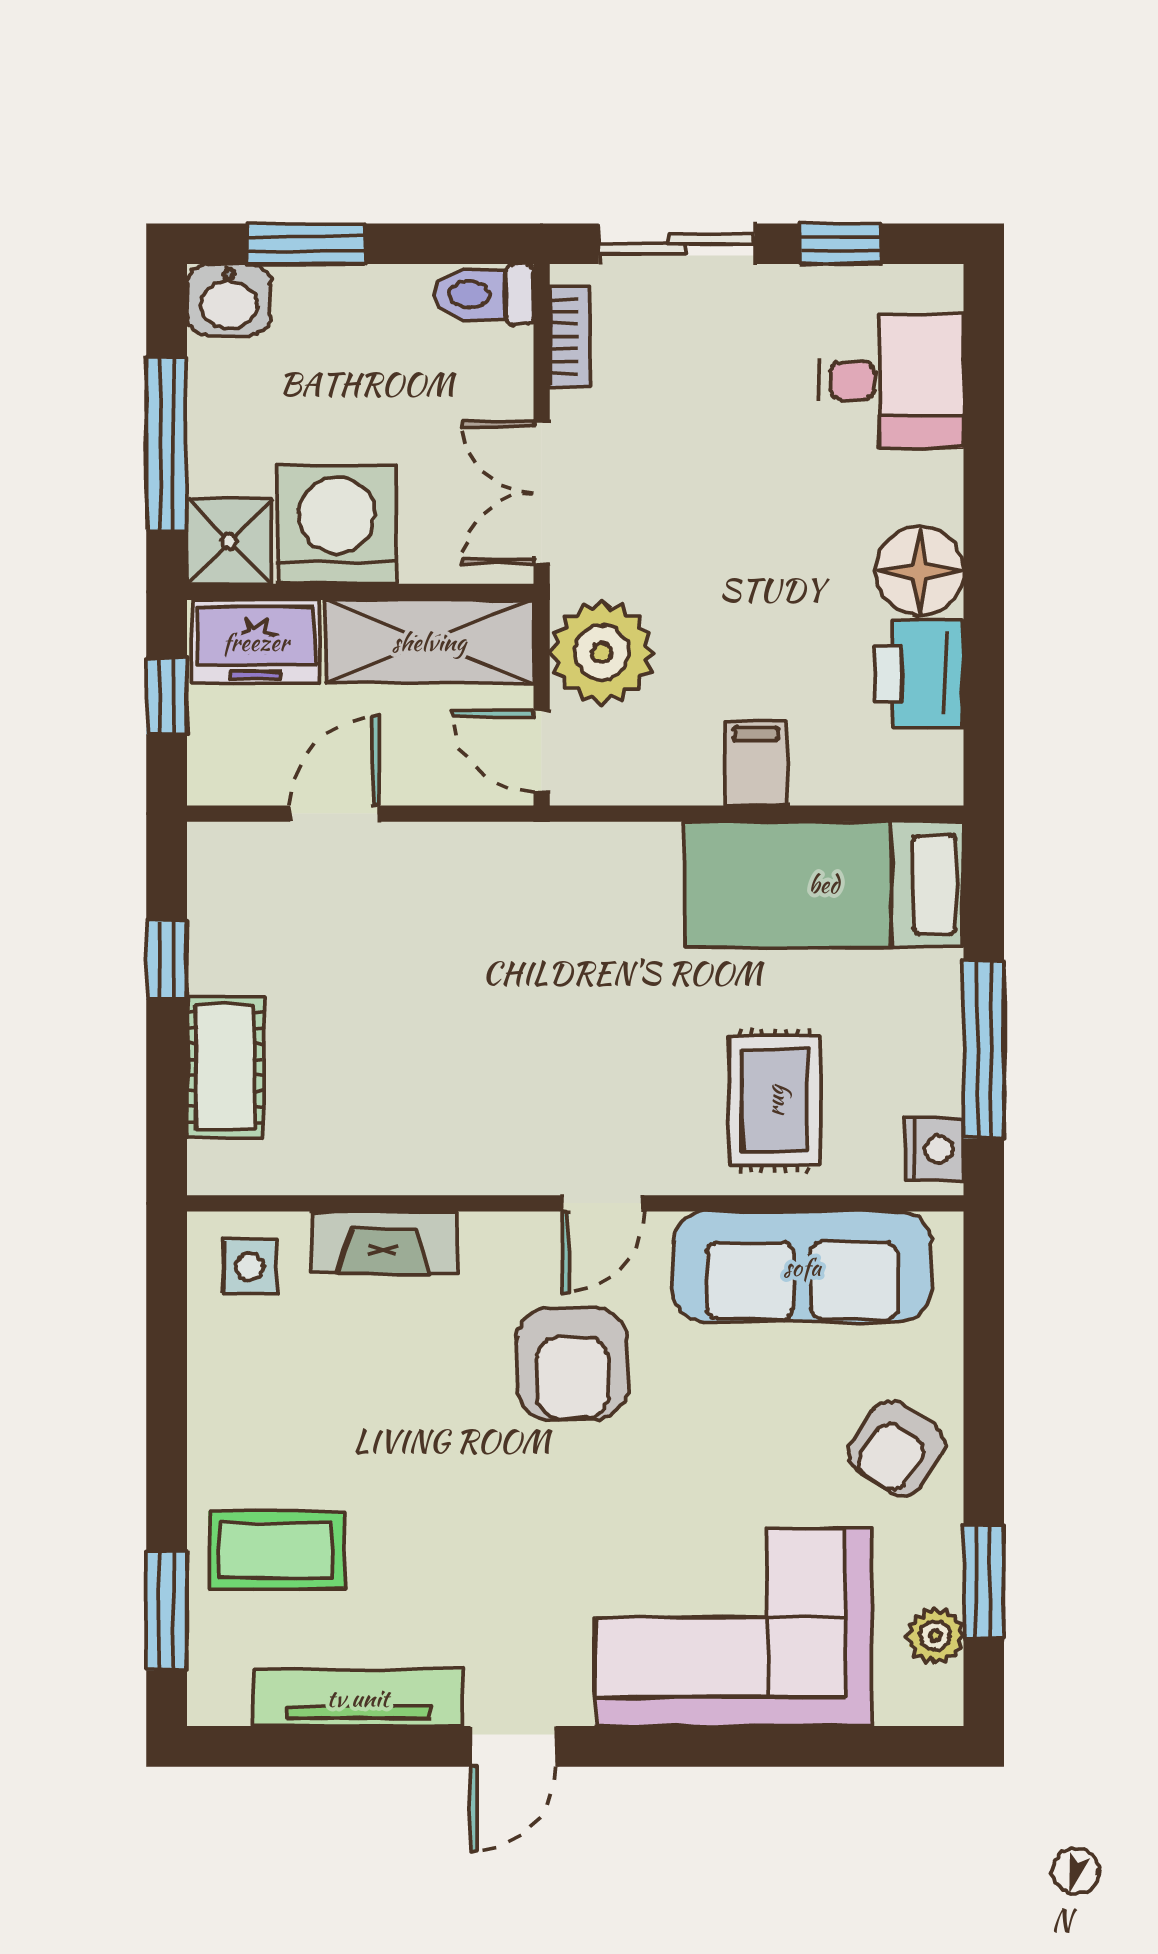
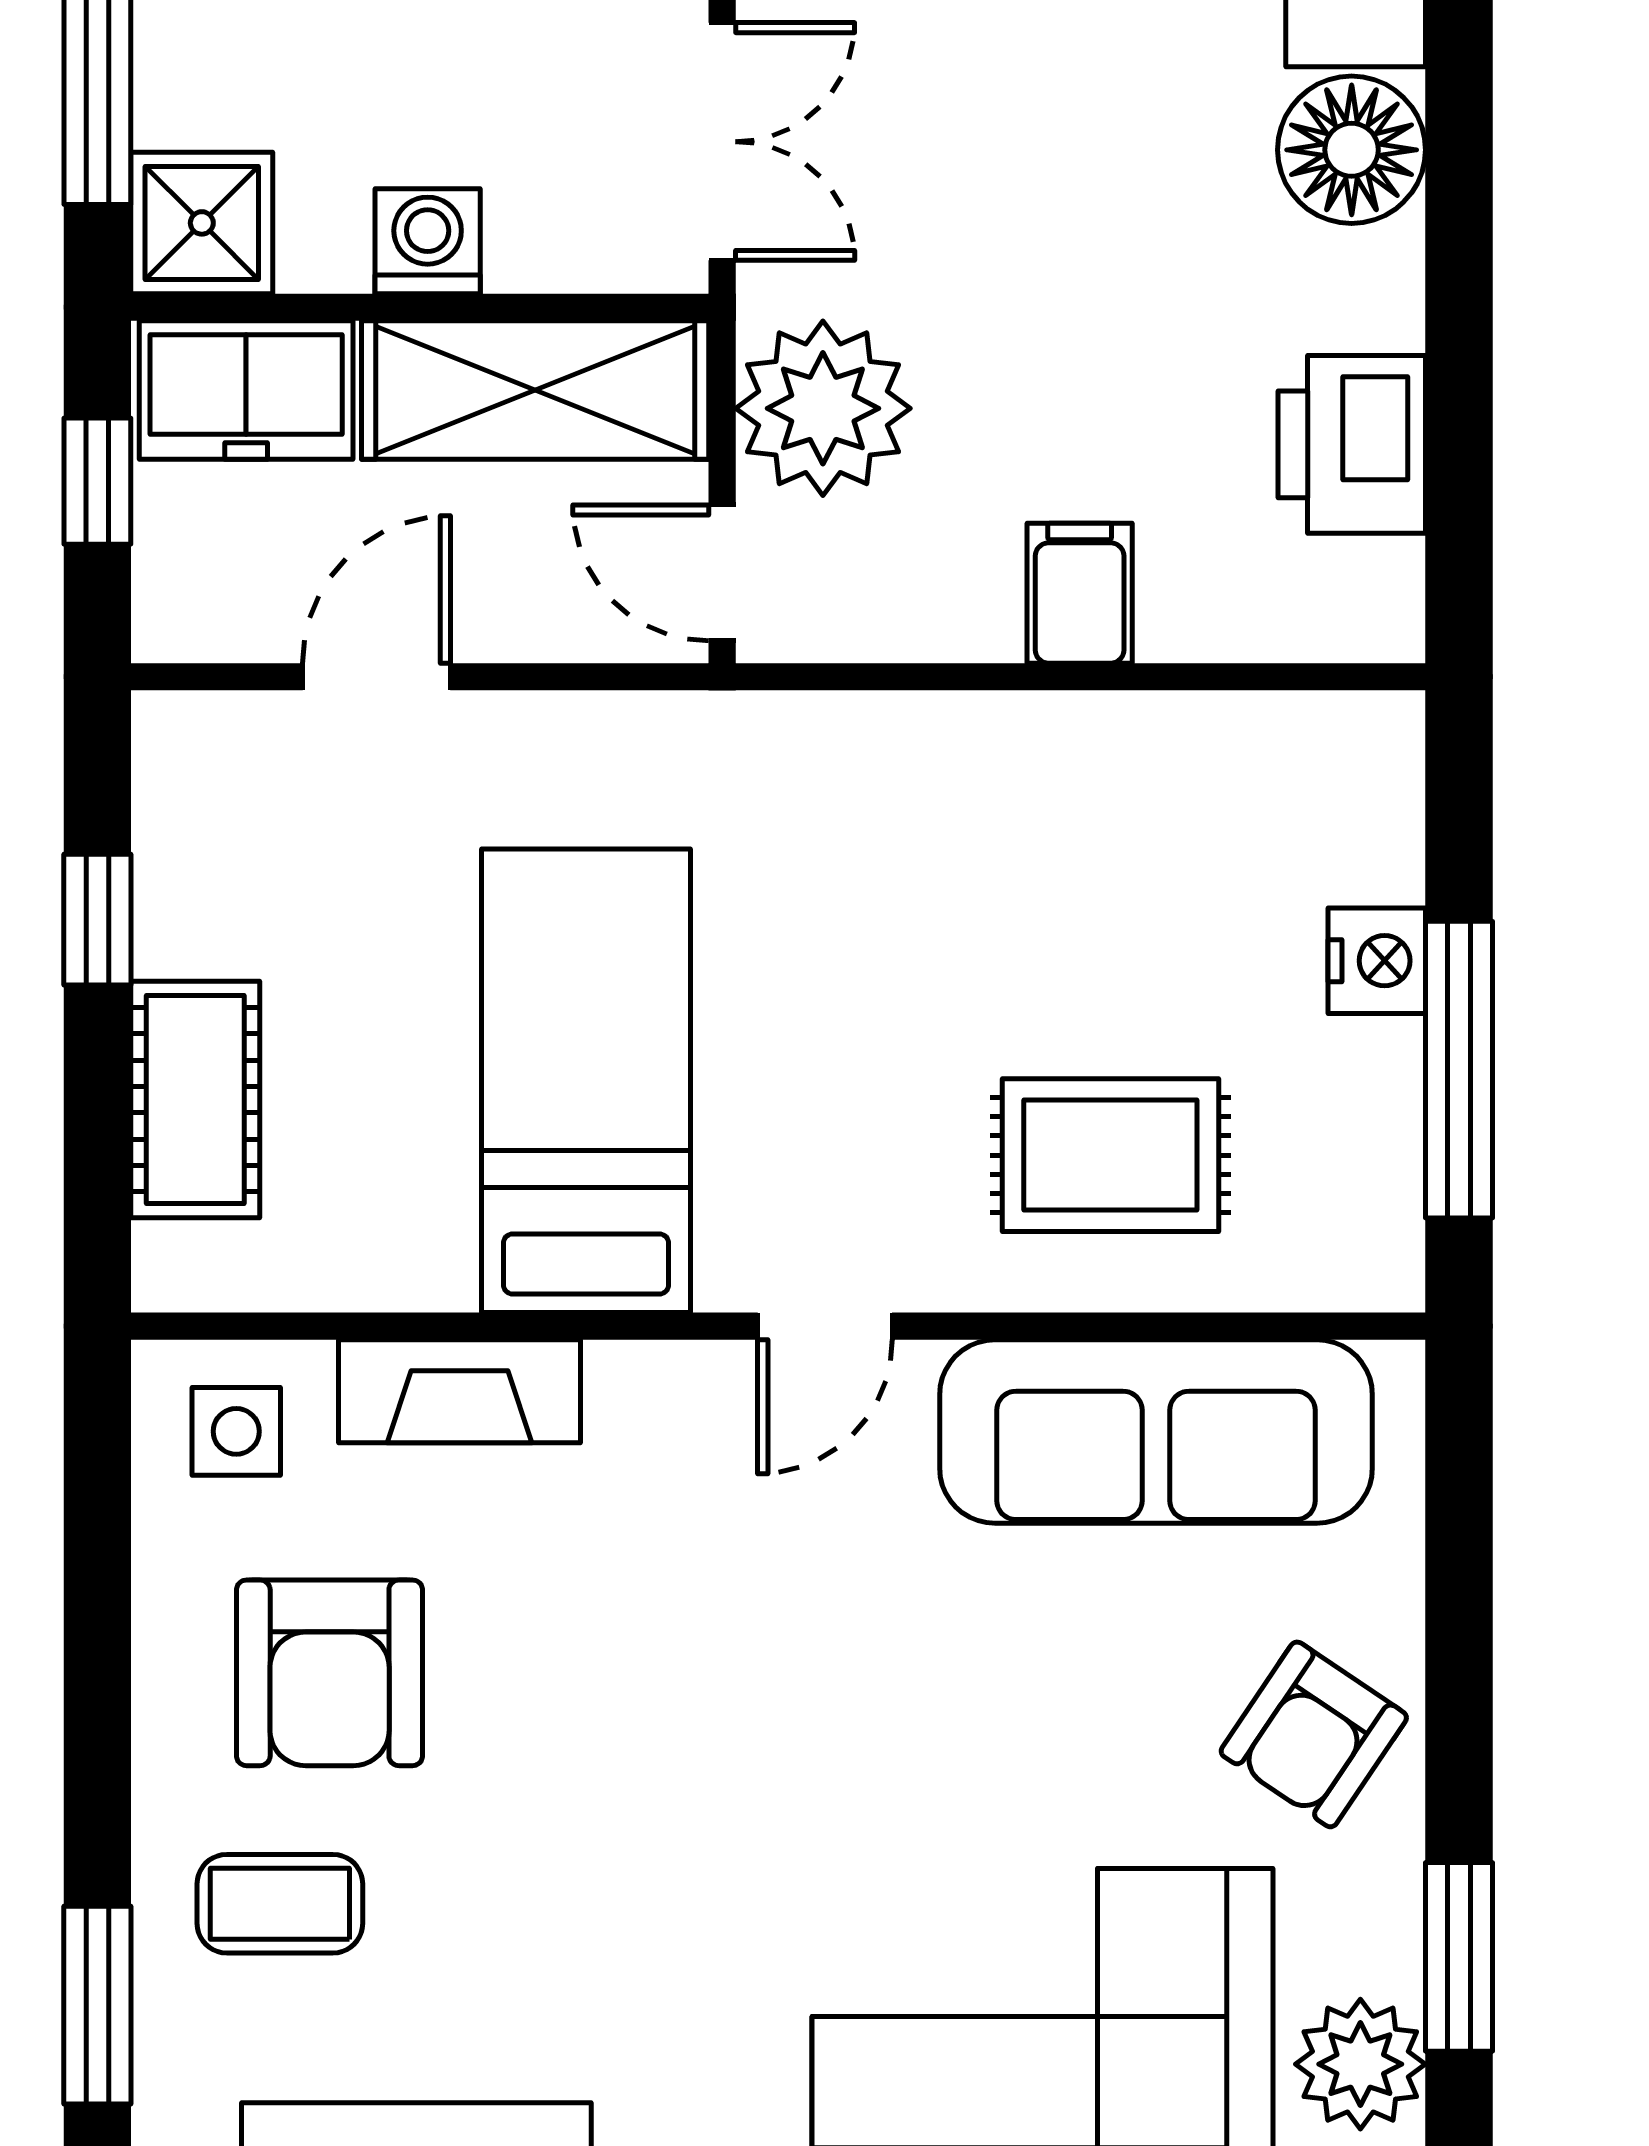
double door: (542, 492) -> (722, 142), swing flipped
washing machine: (337, 524) -> (428, 241), width x0.53, depth x0.53
floor lamp: (919, 571) -> (1352, 150), moved
bed: (824, 884) -> (586, 1081), moved, turned 90
rug: (775, 1101) -> (1110, 1155), turned 90
nightstand: (934, 1149) -> (1377, 961), moved
armchair: (572, 1364) -> (330, 1673), moved
coffee table: (276, 1550) -> (280, 1904), width x0.73, depth x0.77
plant: (935, 1636) -> (1360, 2064), width x1.38, depth x1.38

